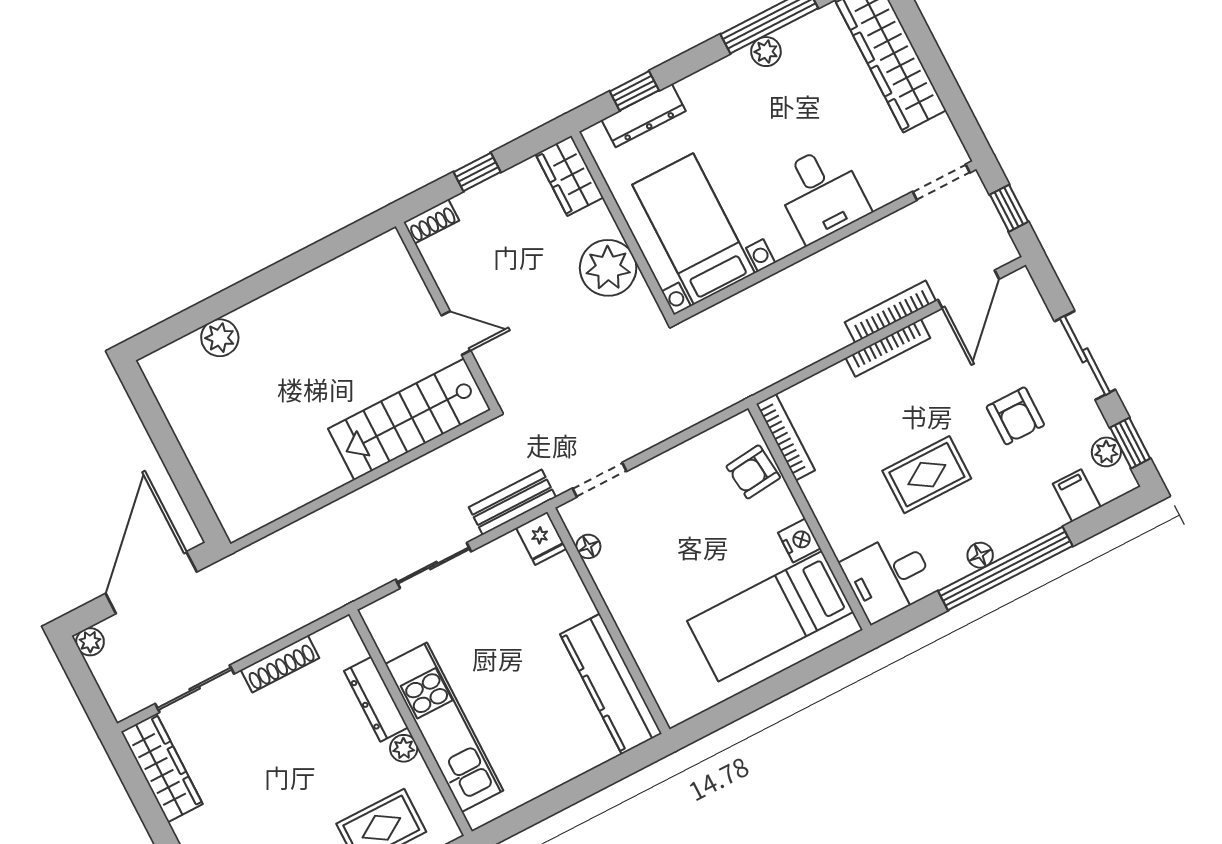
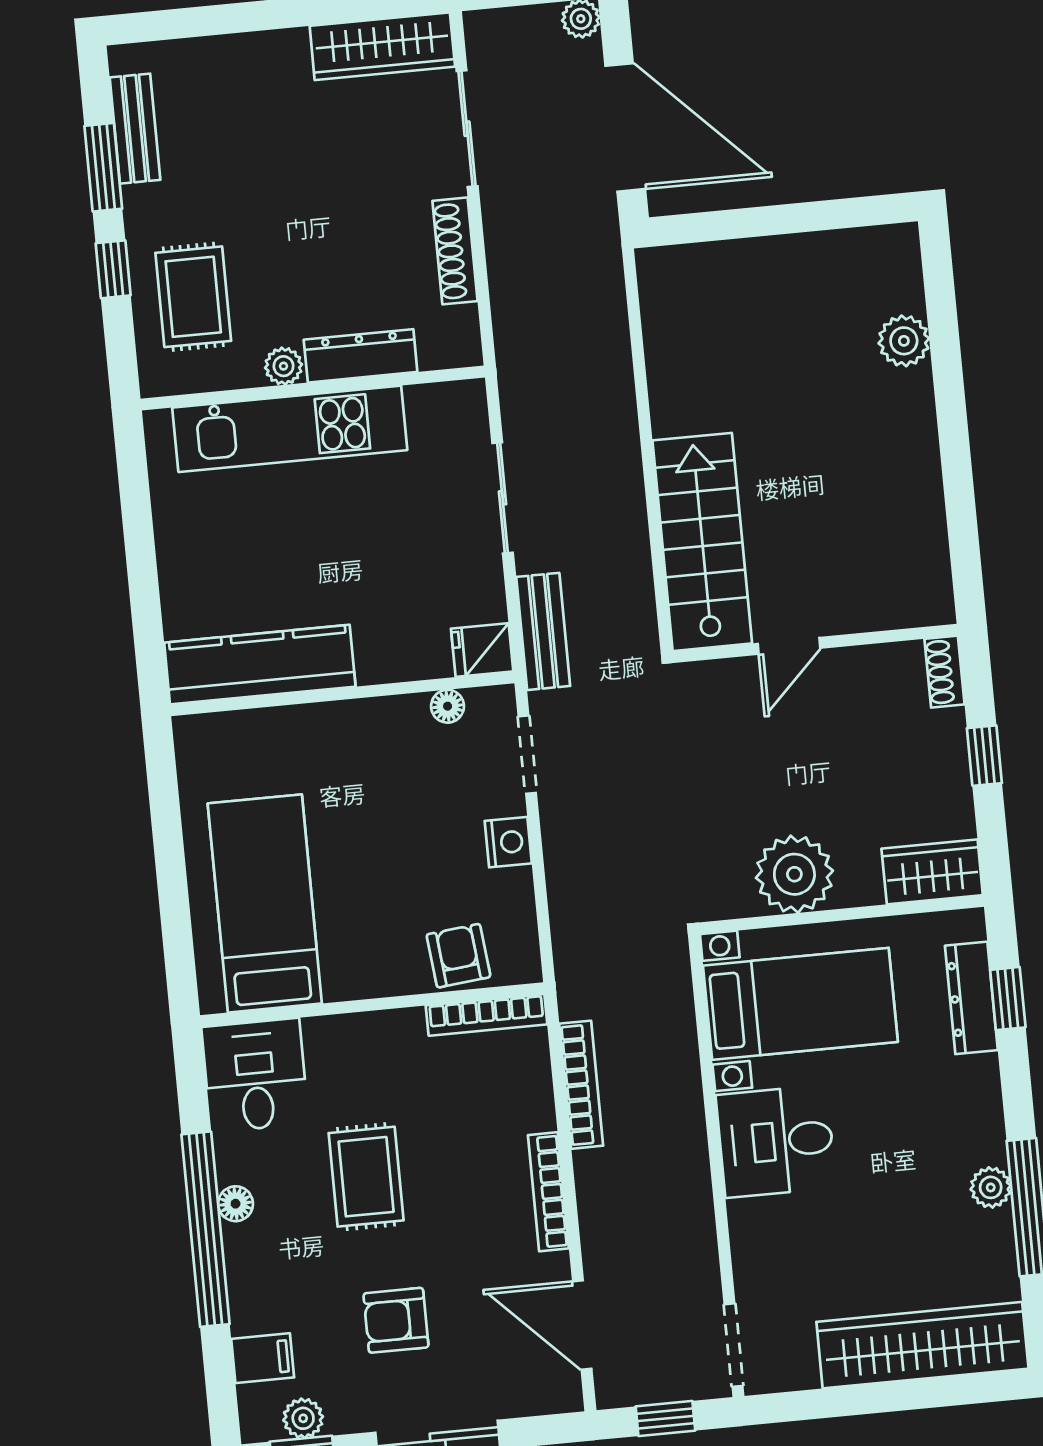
desk: (821, 194) -> (776, 1141), moved
bookcase: (890, 312) -> (581, 1085), moved
nightstand: (799, 540) -> (508, 842), moved, turned -90

